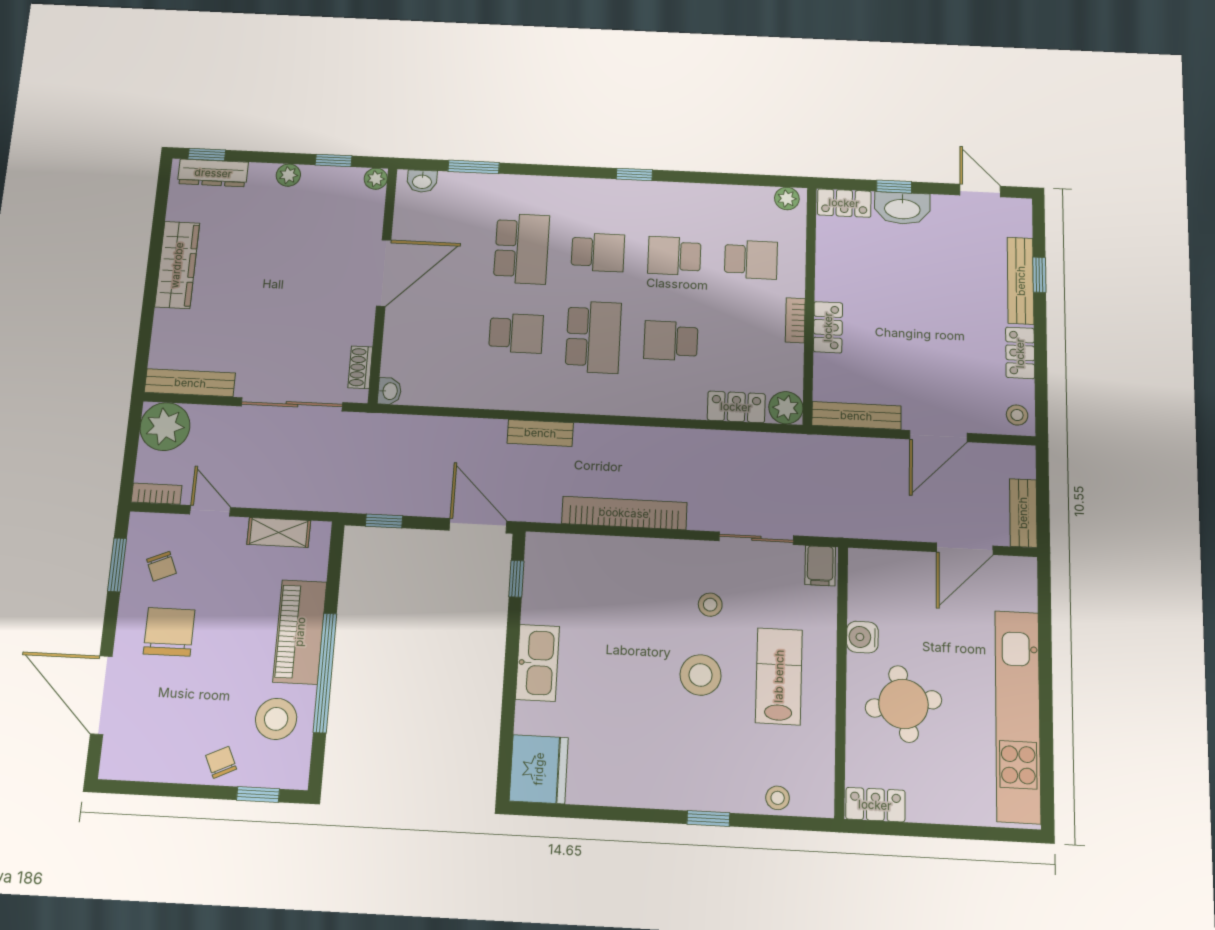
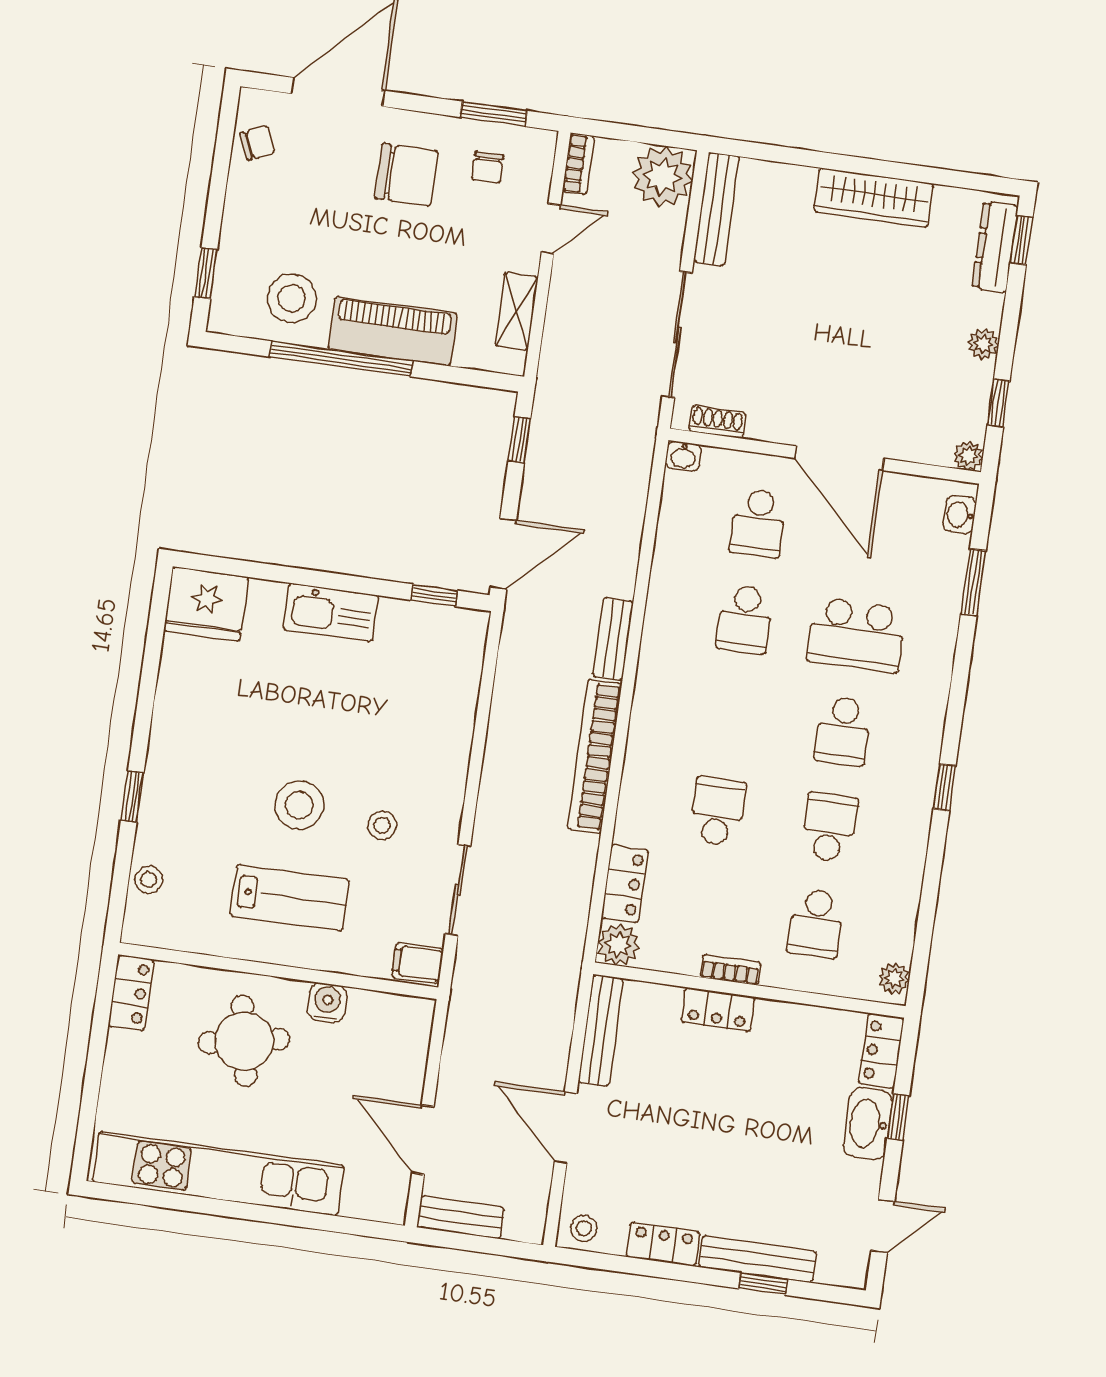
school desk: (593, 337) -> (758, 523), moved, width x0.54
bookcase: (624, 513) -> (595, 756), moved, turned 180
chair: (161, 566) -> (487, 168), turned -67
chair: (221, 762) -> (258, 143), moved

